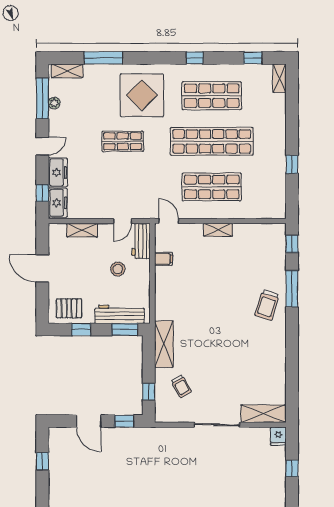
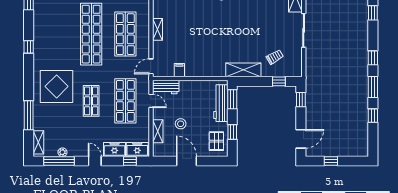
shop shelf: (212, 96) -> (125, 101), moved
door: (42, 268) -> (186, 161), swing flipped
stool: (118, 269) -> (181, 124), moved
door: (89, 421) -> (301, 139), moved

